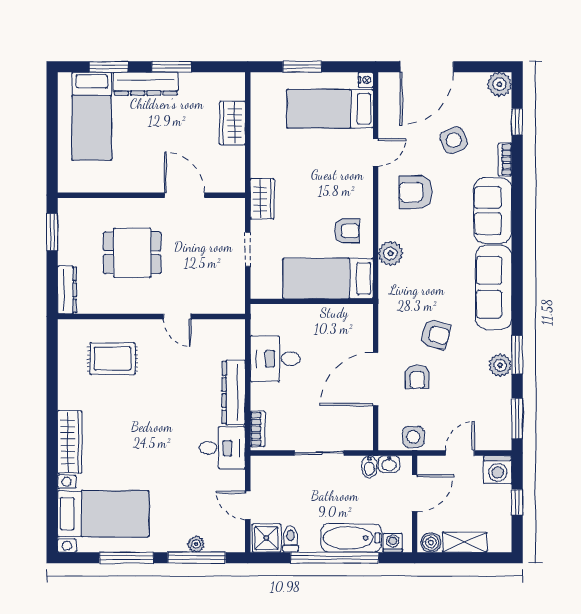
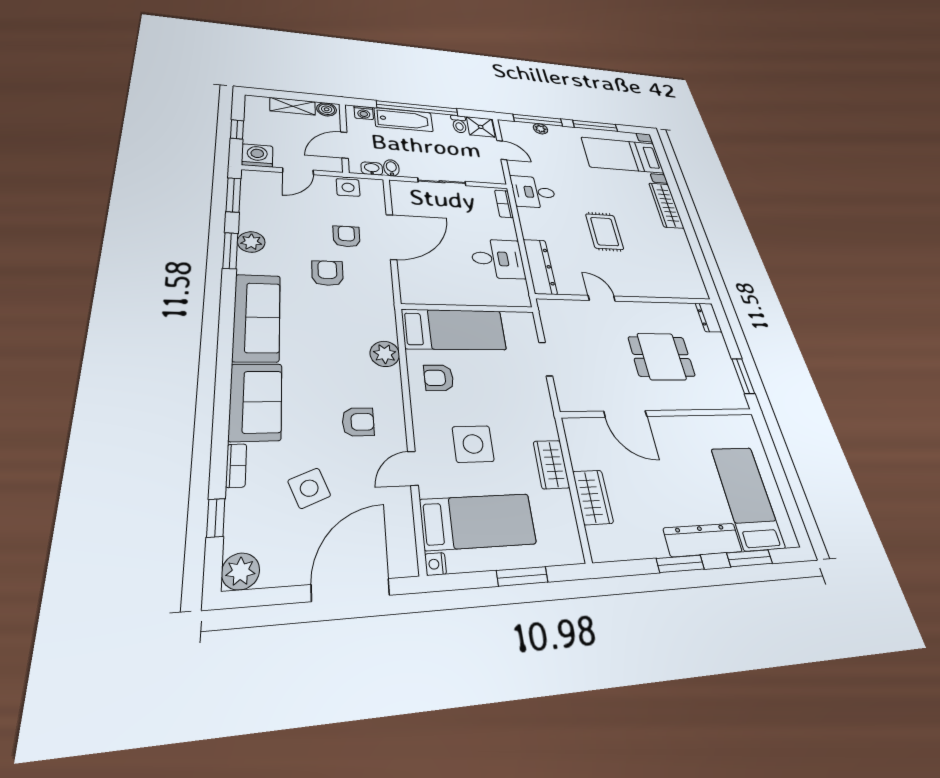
side table: (325, 171) -> (473, 444), added
armchair: (416, 192) -> (358, 422), width x0.72, depth x0.72
wardrobe: (262, 199) -> (551, 464), moved
dresser: (67, 290) -> (709, 318), width x0.70
armchair: (435, 335) -> (327, 273), turned 76
rug: (112, 359) -> (605, 232), moved, turned 90
dresser: (234, 393) -> (540, 266), moved

